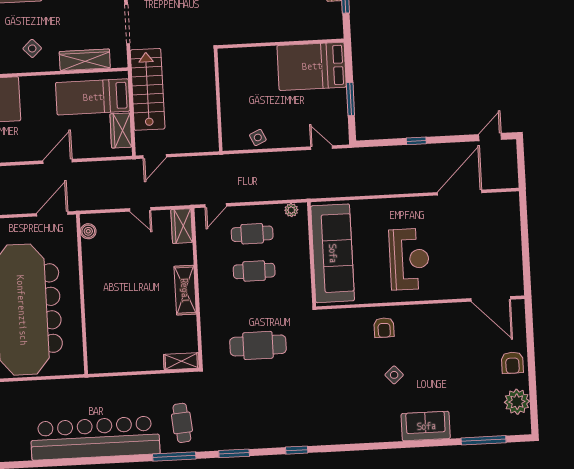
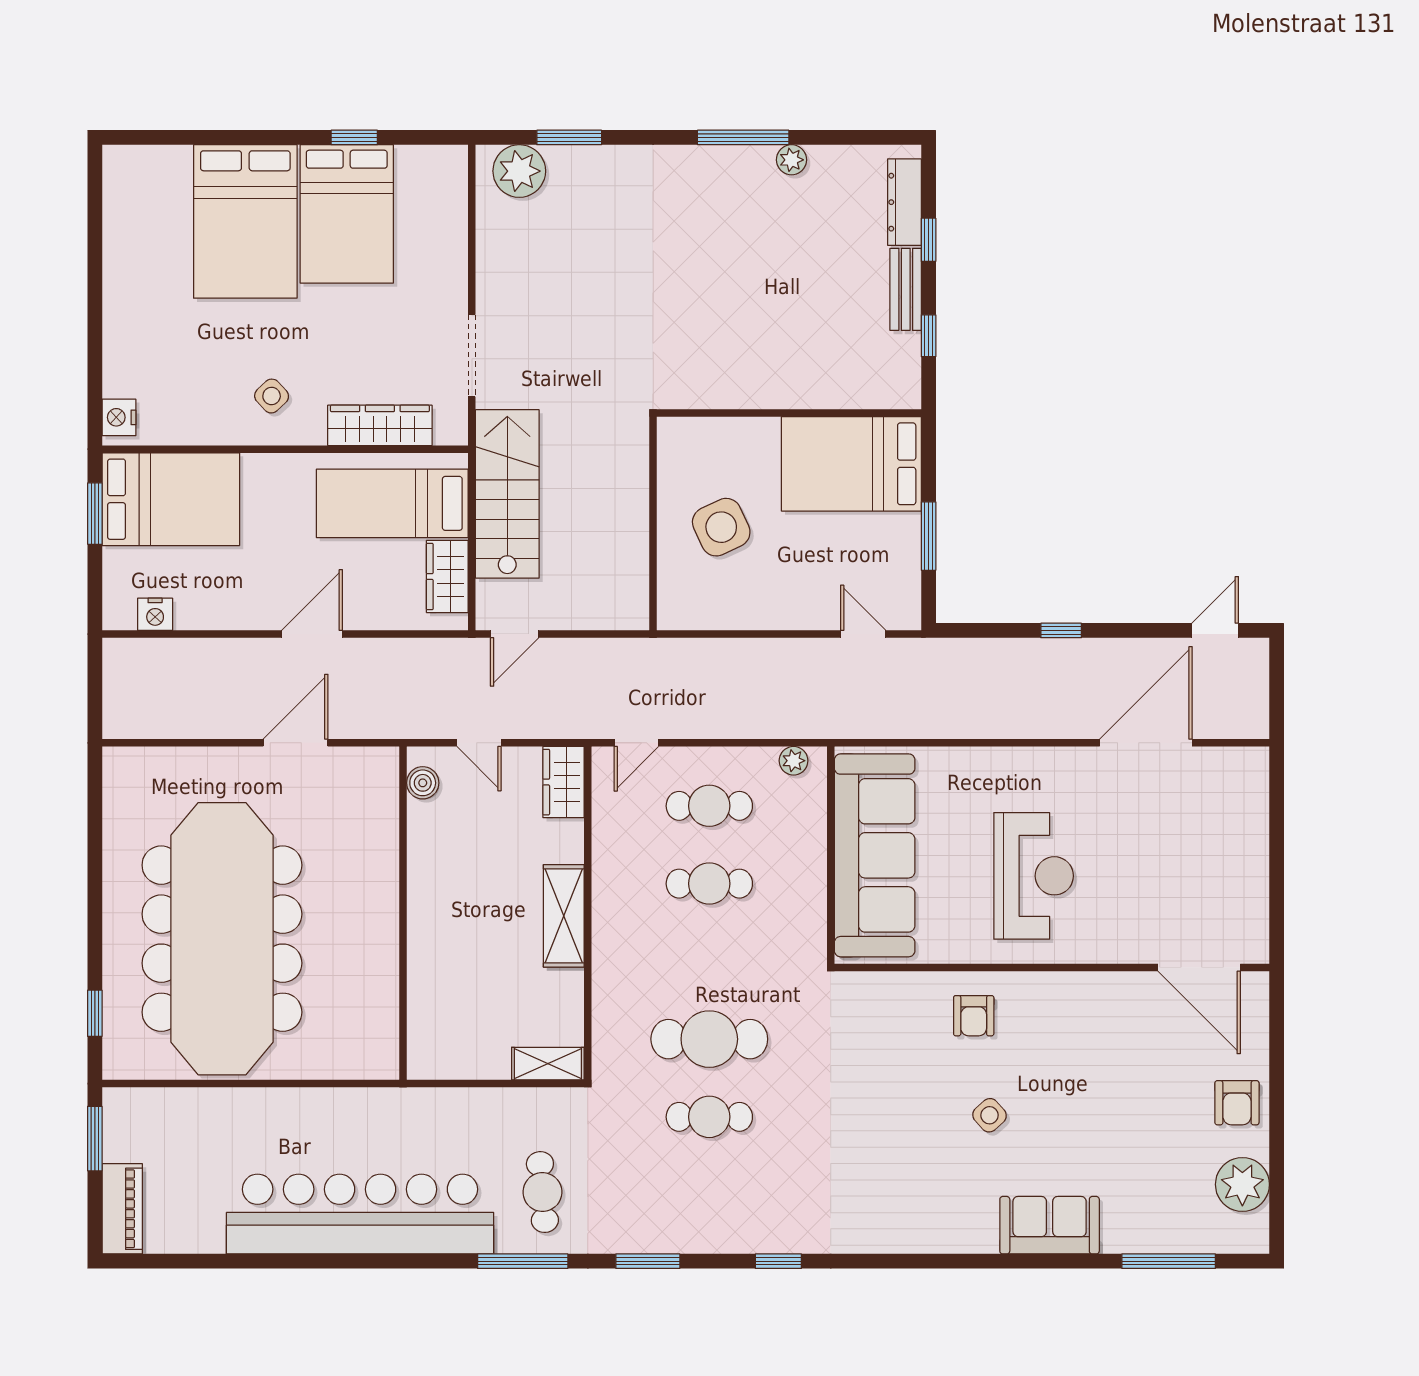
side table: (258, 137) -> (721, 527), moved, width x1.87, depth x1.87
boiler: (88, 231) -> (423, 783), moved
wall: (82, 294) -> (403, 913), moved
cafe table: (260, 383) -> (709, 1117), added

